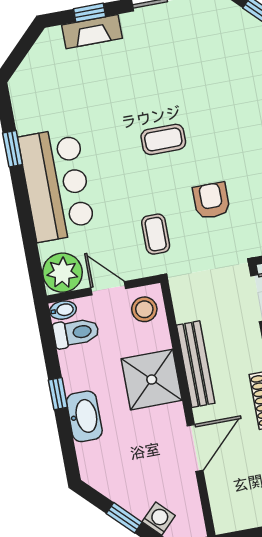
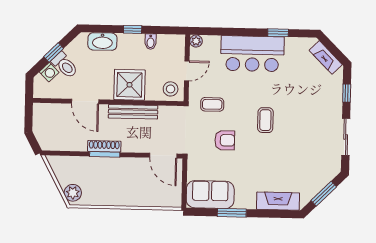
fireplace: (92, 32) -> (326, 57), moved, turned -45
plant: (62, 273) -> (196, 41), width x0.53, depth x0.53
bidet: (63, 310) -> (151, 42), moved
toilet: (76, 333) -> (65, 65), moved, turned -45
washbasin: (84, 416) -> (102, 42), moved

